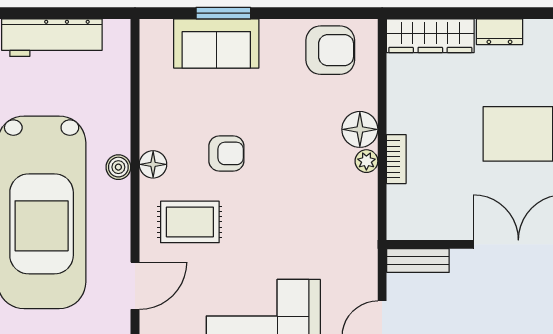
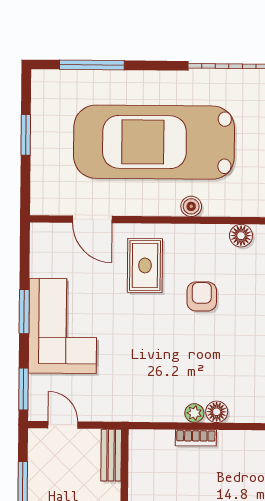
floor lamp: (360, 129) -> (217, 412), width x0.73, depth x0.73
armchair: (226, 153) -> (202, 296), turned 180
floor lamp: (153, 164) -> (241, 236), moved

